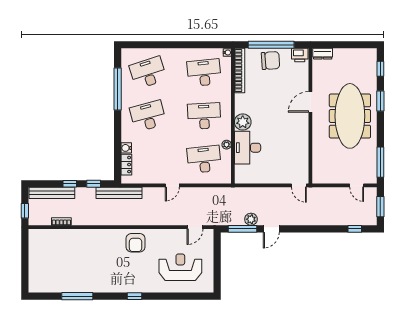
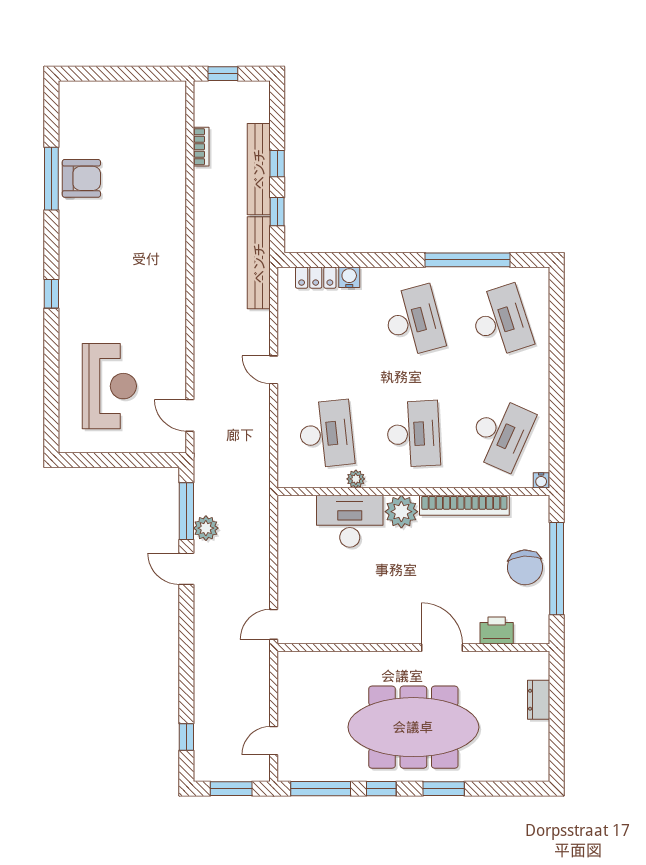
dresser: (323, 54) -> (539, 700), moved
printer: (300, 55) -> (497, 631), moved, turned 90
window: (380, 69) -> (381, 789), moved
bookcase: (240, 71) -> (464, 505), moved
desk: (204, 73) -> (501, 434), turned 30
bench: (52, 193) -> (259, 169), moved
armchair: (136, 243) -> (81, 178), moved, turned 180

